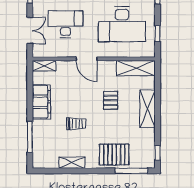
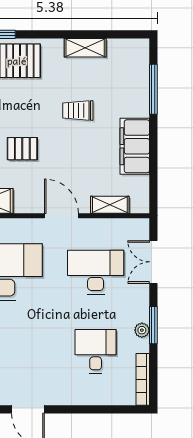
desk: (65, 24) -> (96, 272), turned 180
shelving: (44, 66) -> (110, 205), moved
pallet: (111, 100) -> (22, 149), turned 90

